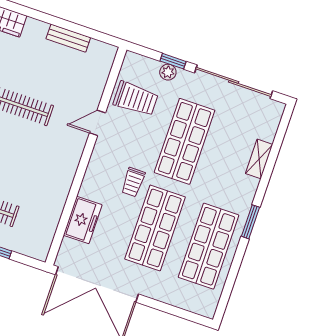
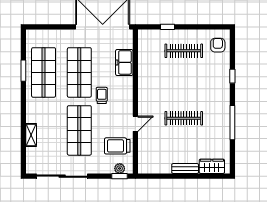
bench: (68, 38) -> (185, 168), moved
window: (173, 61) -> (119, 176), moved
plant: (168, 72) -> (120, 168), moved
window: (251, 222) -> (23, 71), moved

